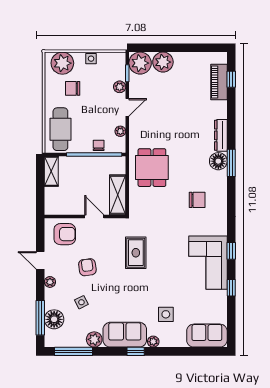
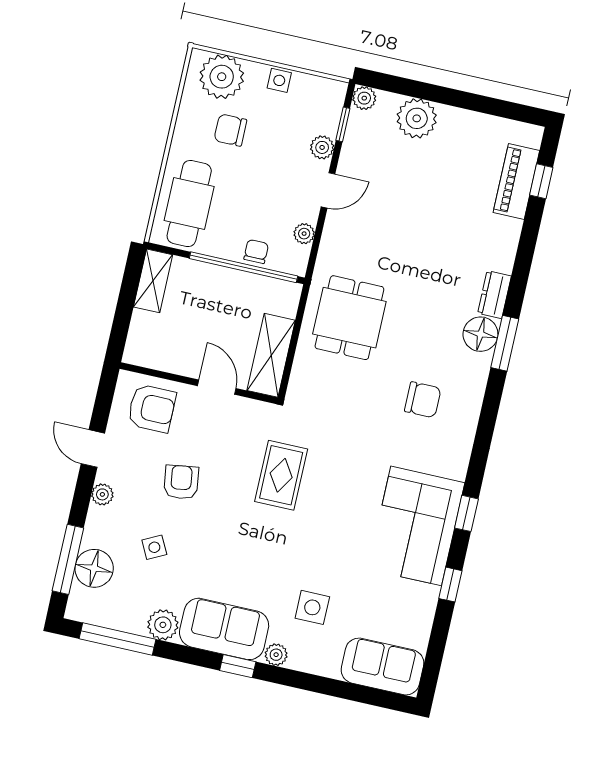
plant: (140, 63) -> (364, 98), width x0.53, depth x0.53
dresser: (221, 135) -> (494, 295), width x0.70

